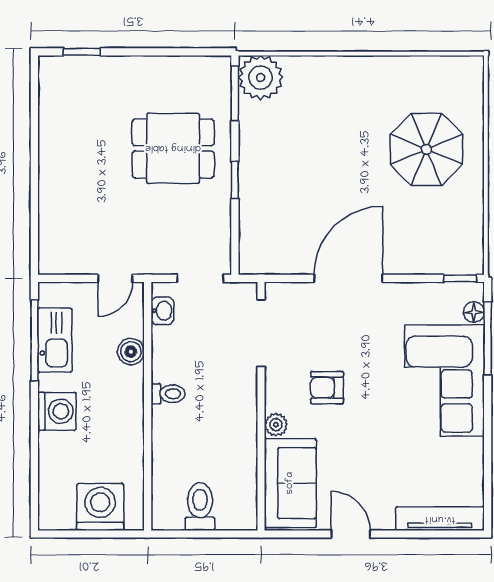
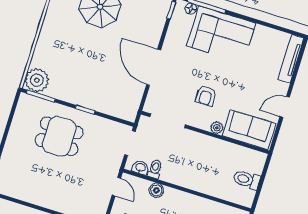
dining table: (173, 148) -> (59, 136), turned 90
toilet: (168, 394) -> (155, 169), moved

